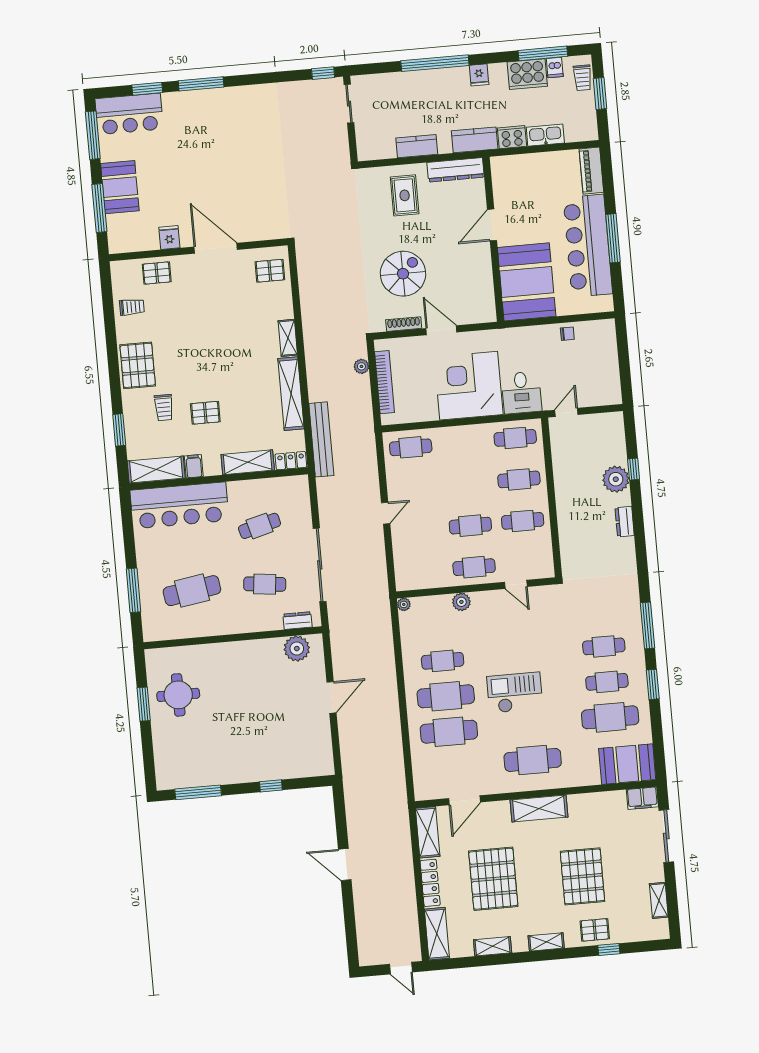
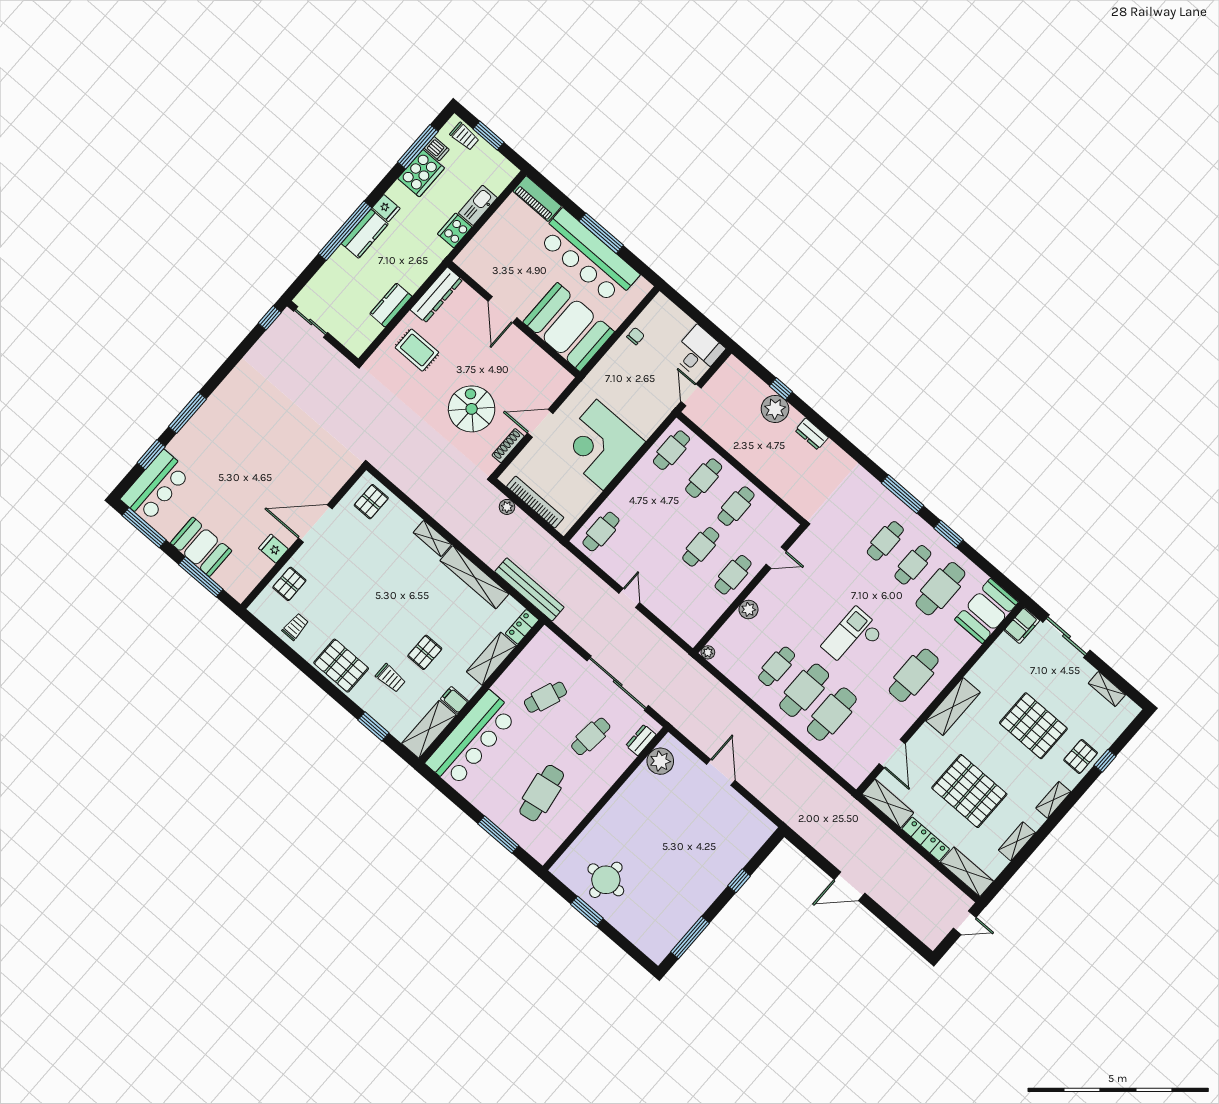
kitchen counter: (475, 140) -> (365, 234), moved, turned 180
desk: (521, 393) -> (698, 352), moved, turned -90
cafe table: (260, 526) -> (545, 697), turned 36

